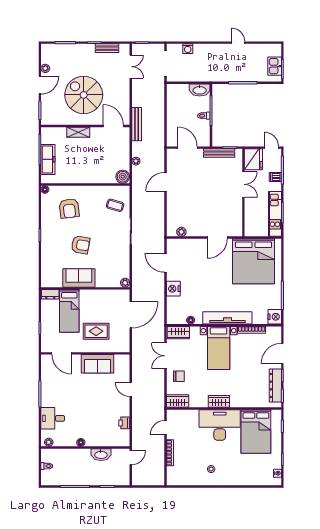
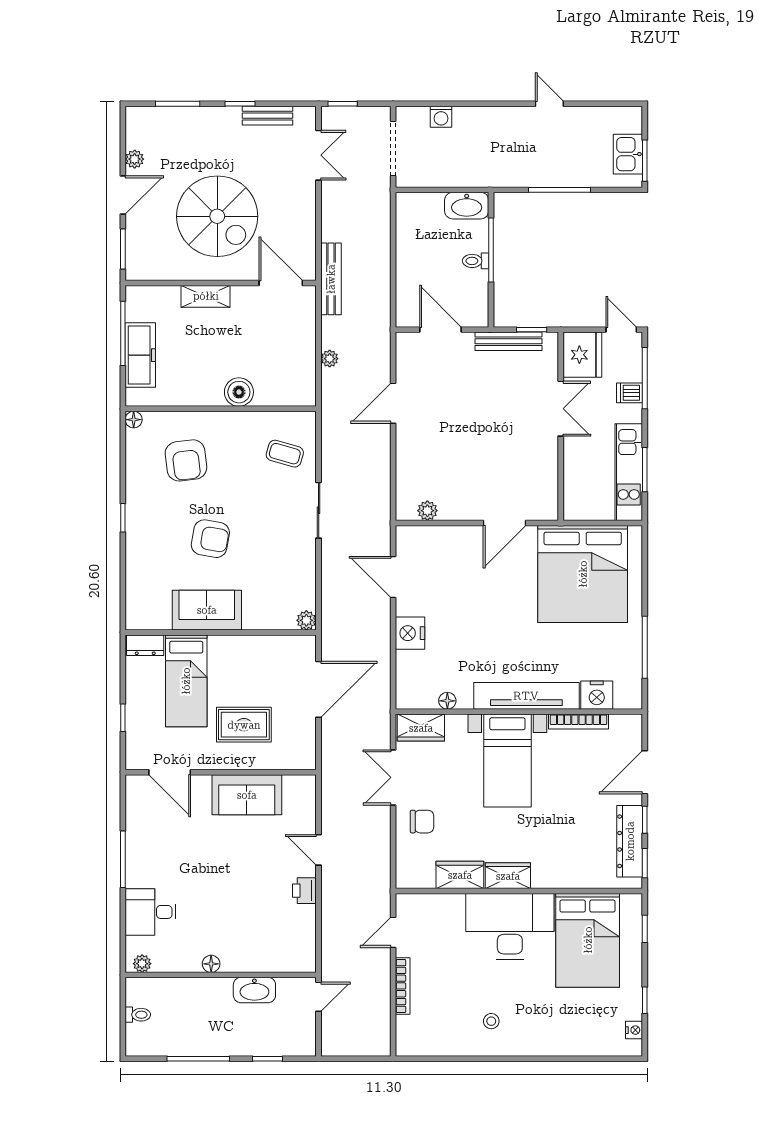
spiral stairs: (84, 95) -> (217, 216), turned 180
boiler: (123, 177) -> (239, 392), moved
nightstand: (275, 317) -> (597, 695), moved, turned 90
wardrobe: (178, 401) -> (460, 875), moved
printer: (124, 423) -> (304, 891), moved

